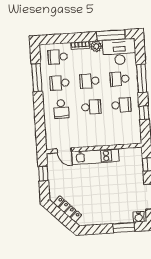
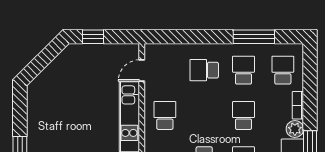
school desk: (91, 107) -> (165, 115), moved, turned 180
window: (43, 174) -> (93, 37), moved
locker: (67, 209) -> (53, 69), removed

